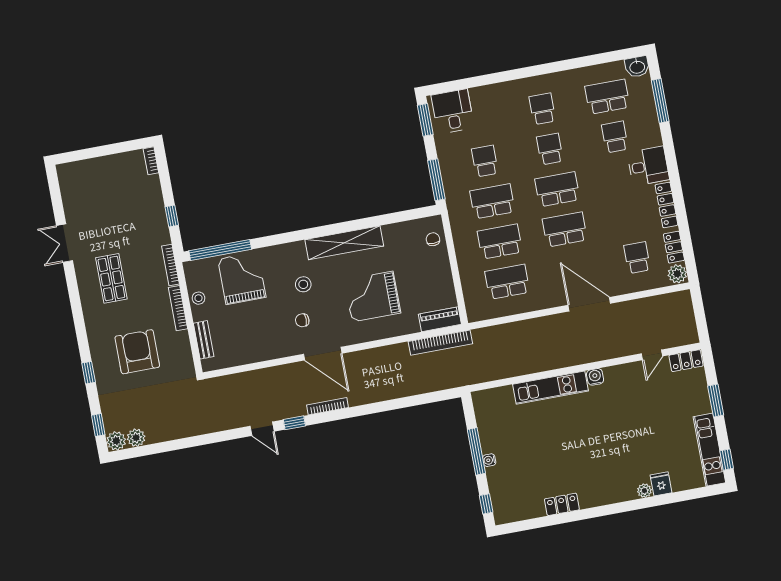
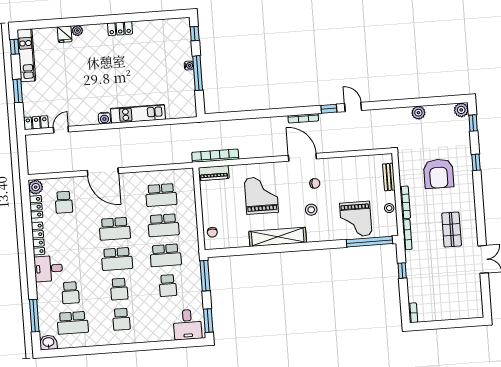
grand piano: (372, 296) -> (261, 195), turned -90
plant: (136, 438) -> (418, 113), moved
locker: (562, 504) -> (120, 29), moved

